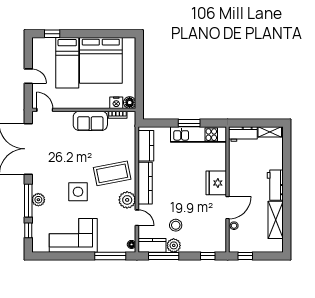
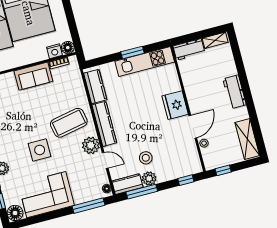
shelving: (276, 220) -> (247, 139), moved
floor lamp: (39, 245) -> (15, 213), added

